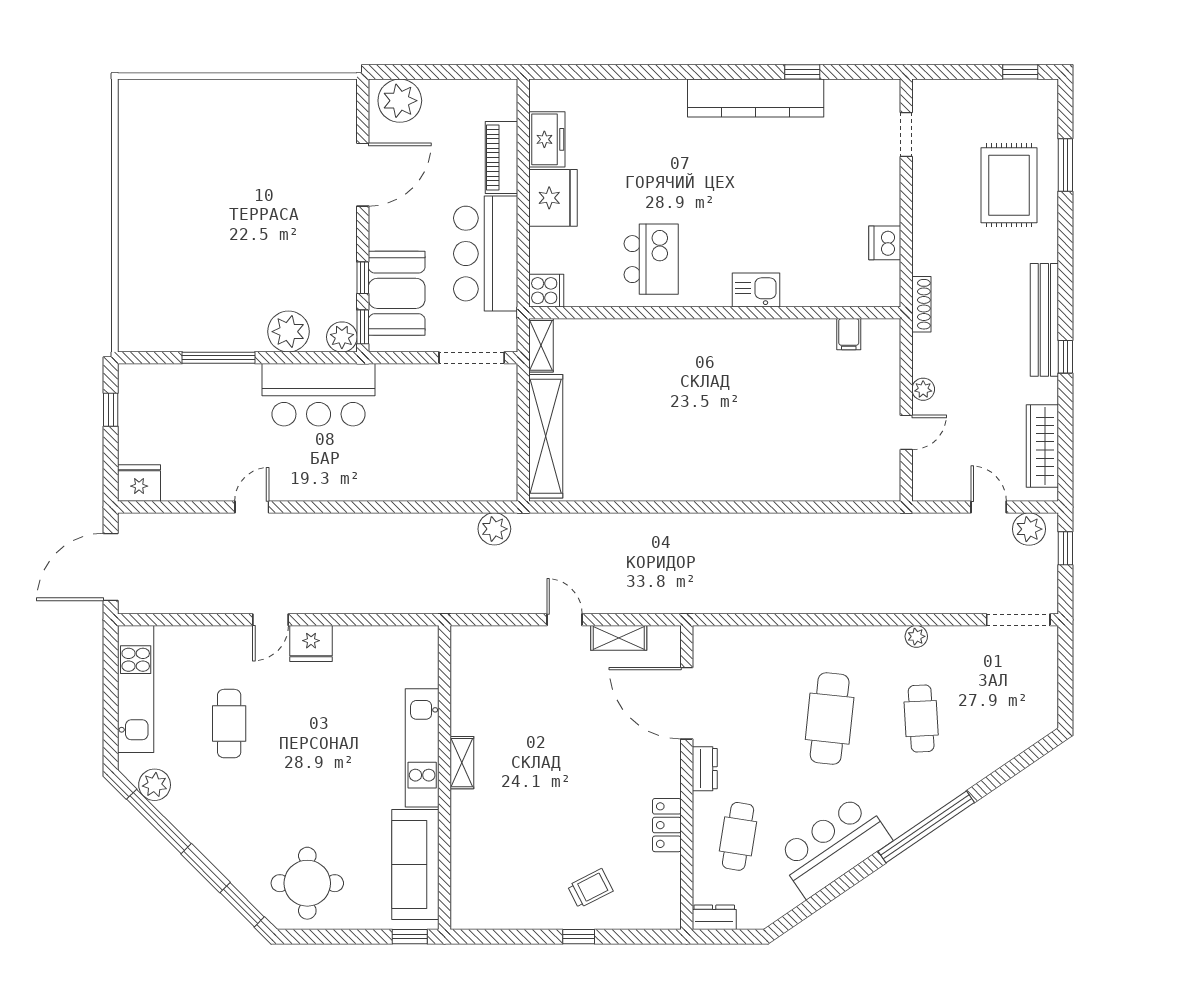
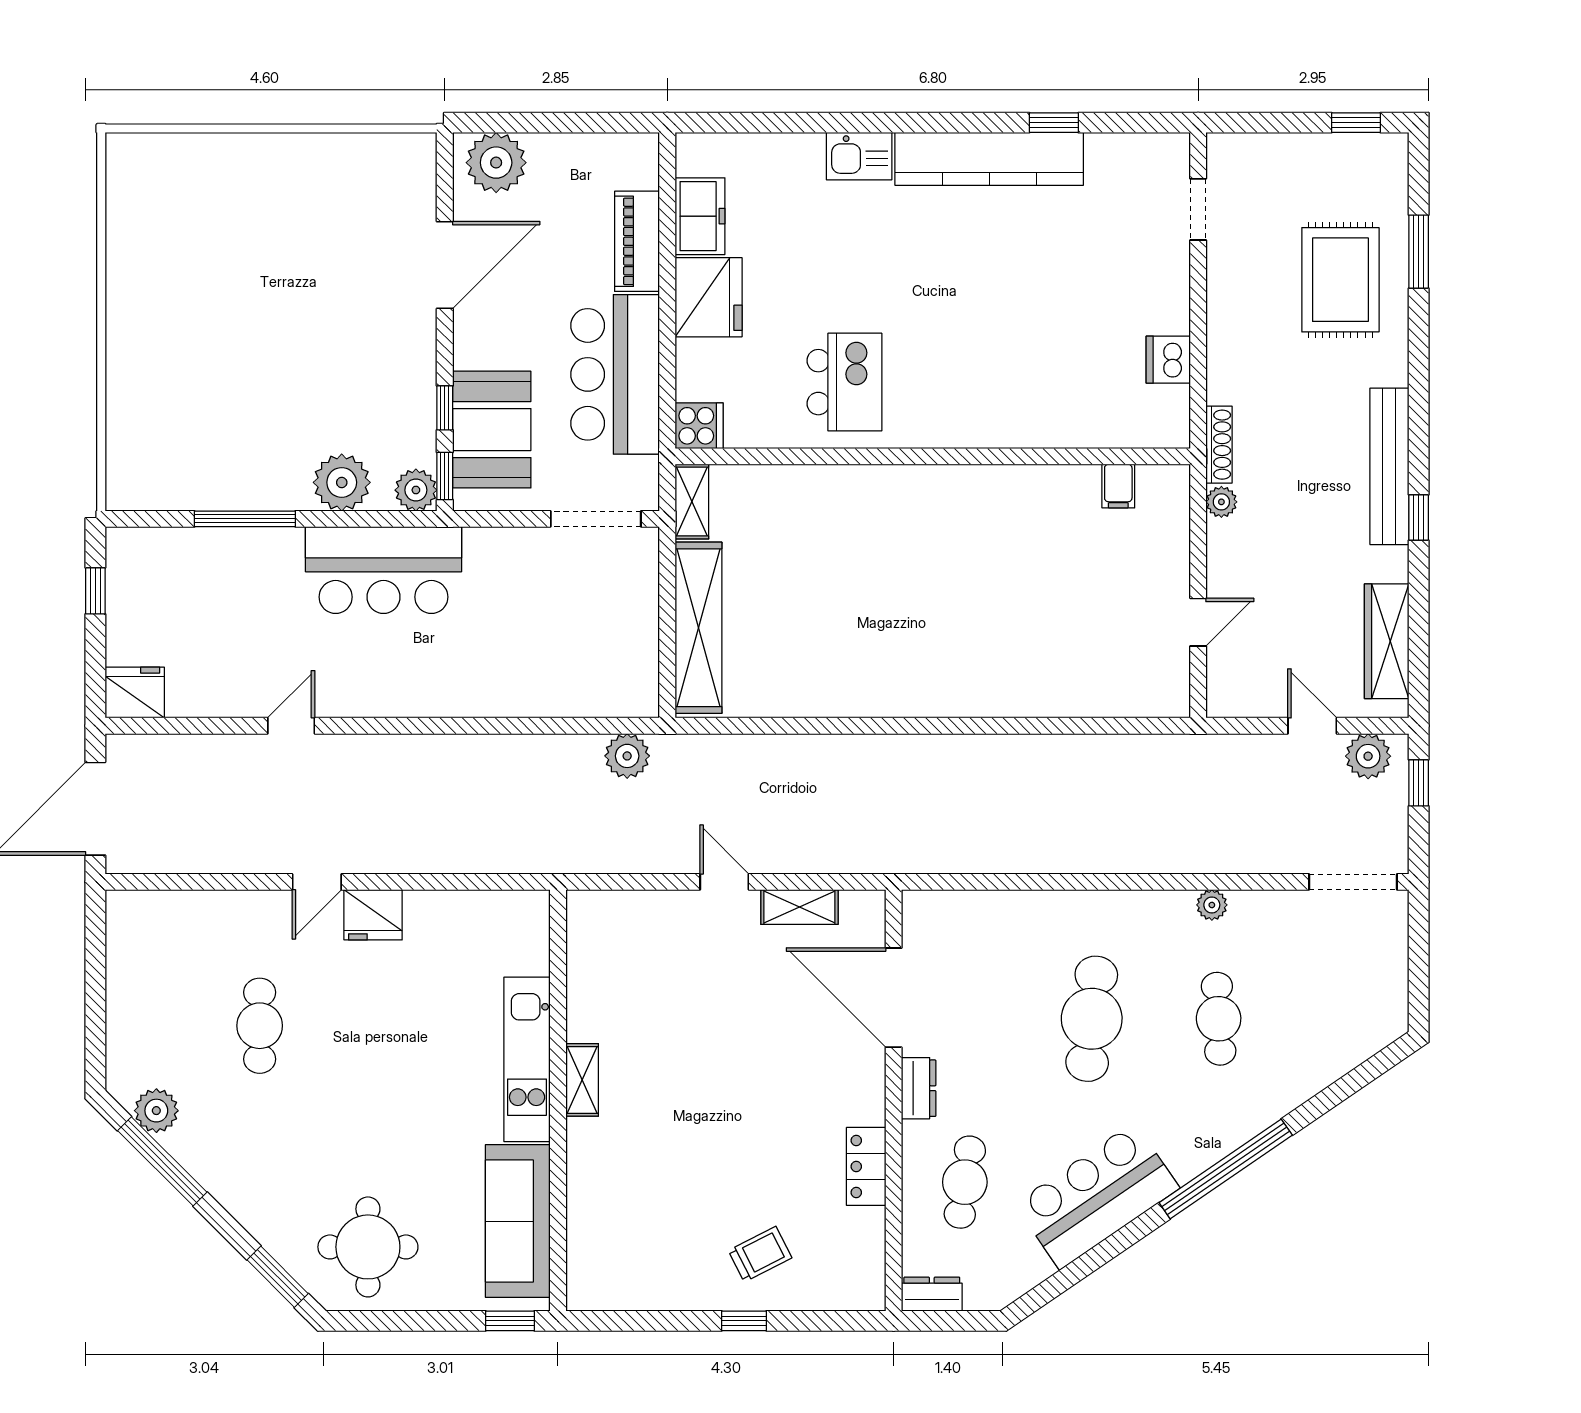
kitchen sink: (756, 290) -> (859, 156), moved, turned 180
plant: (923, 389) -> (1221, 502), moved
kitchen unit: (136, 689) -> (130, 978), removed

